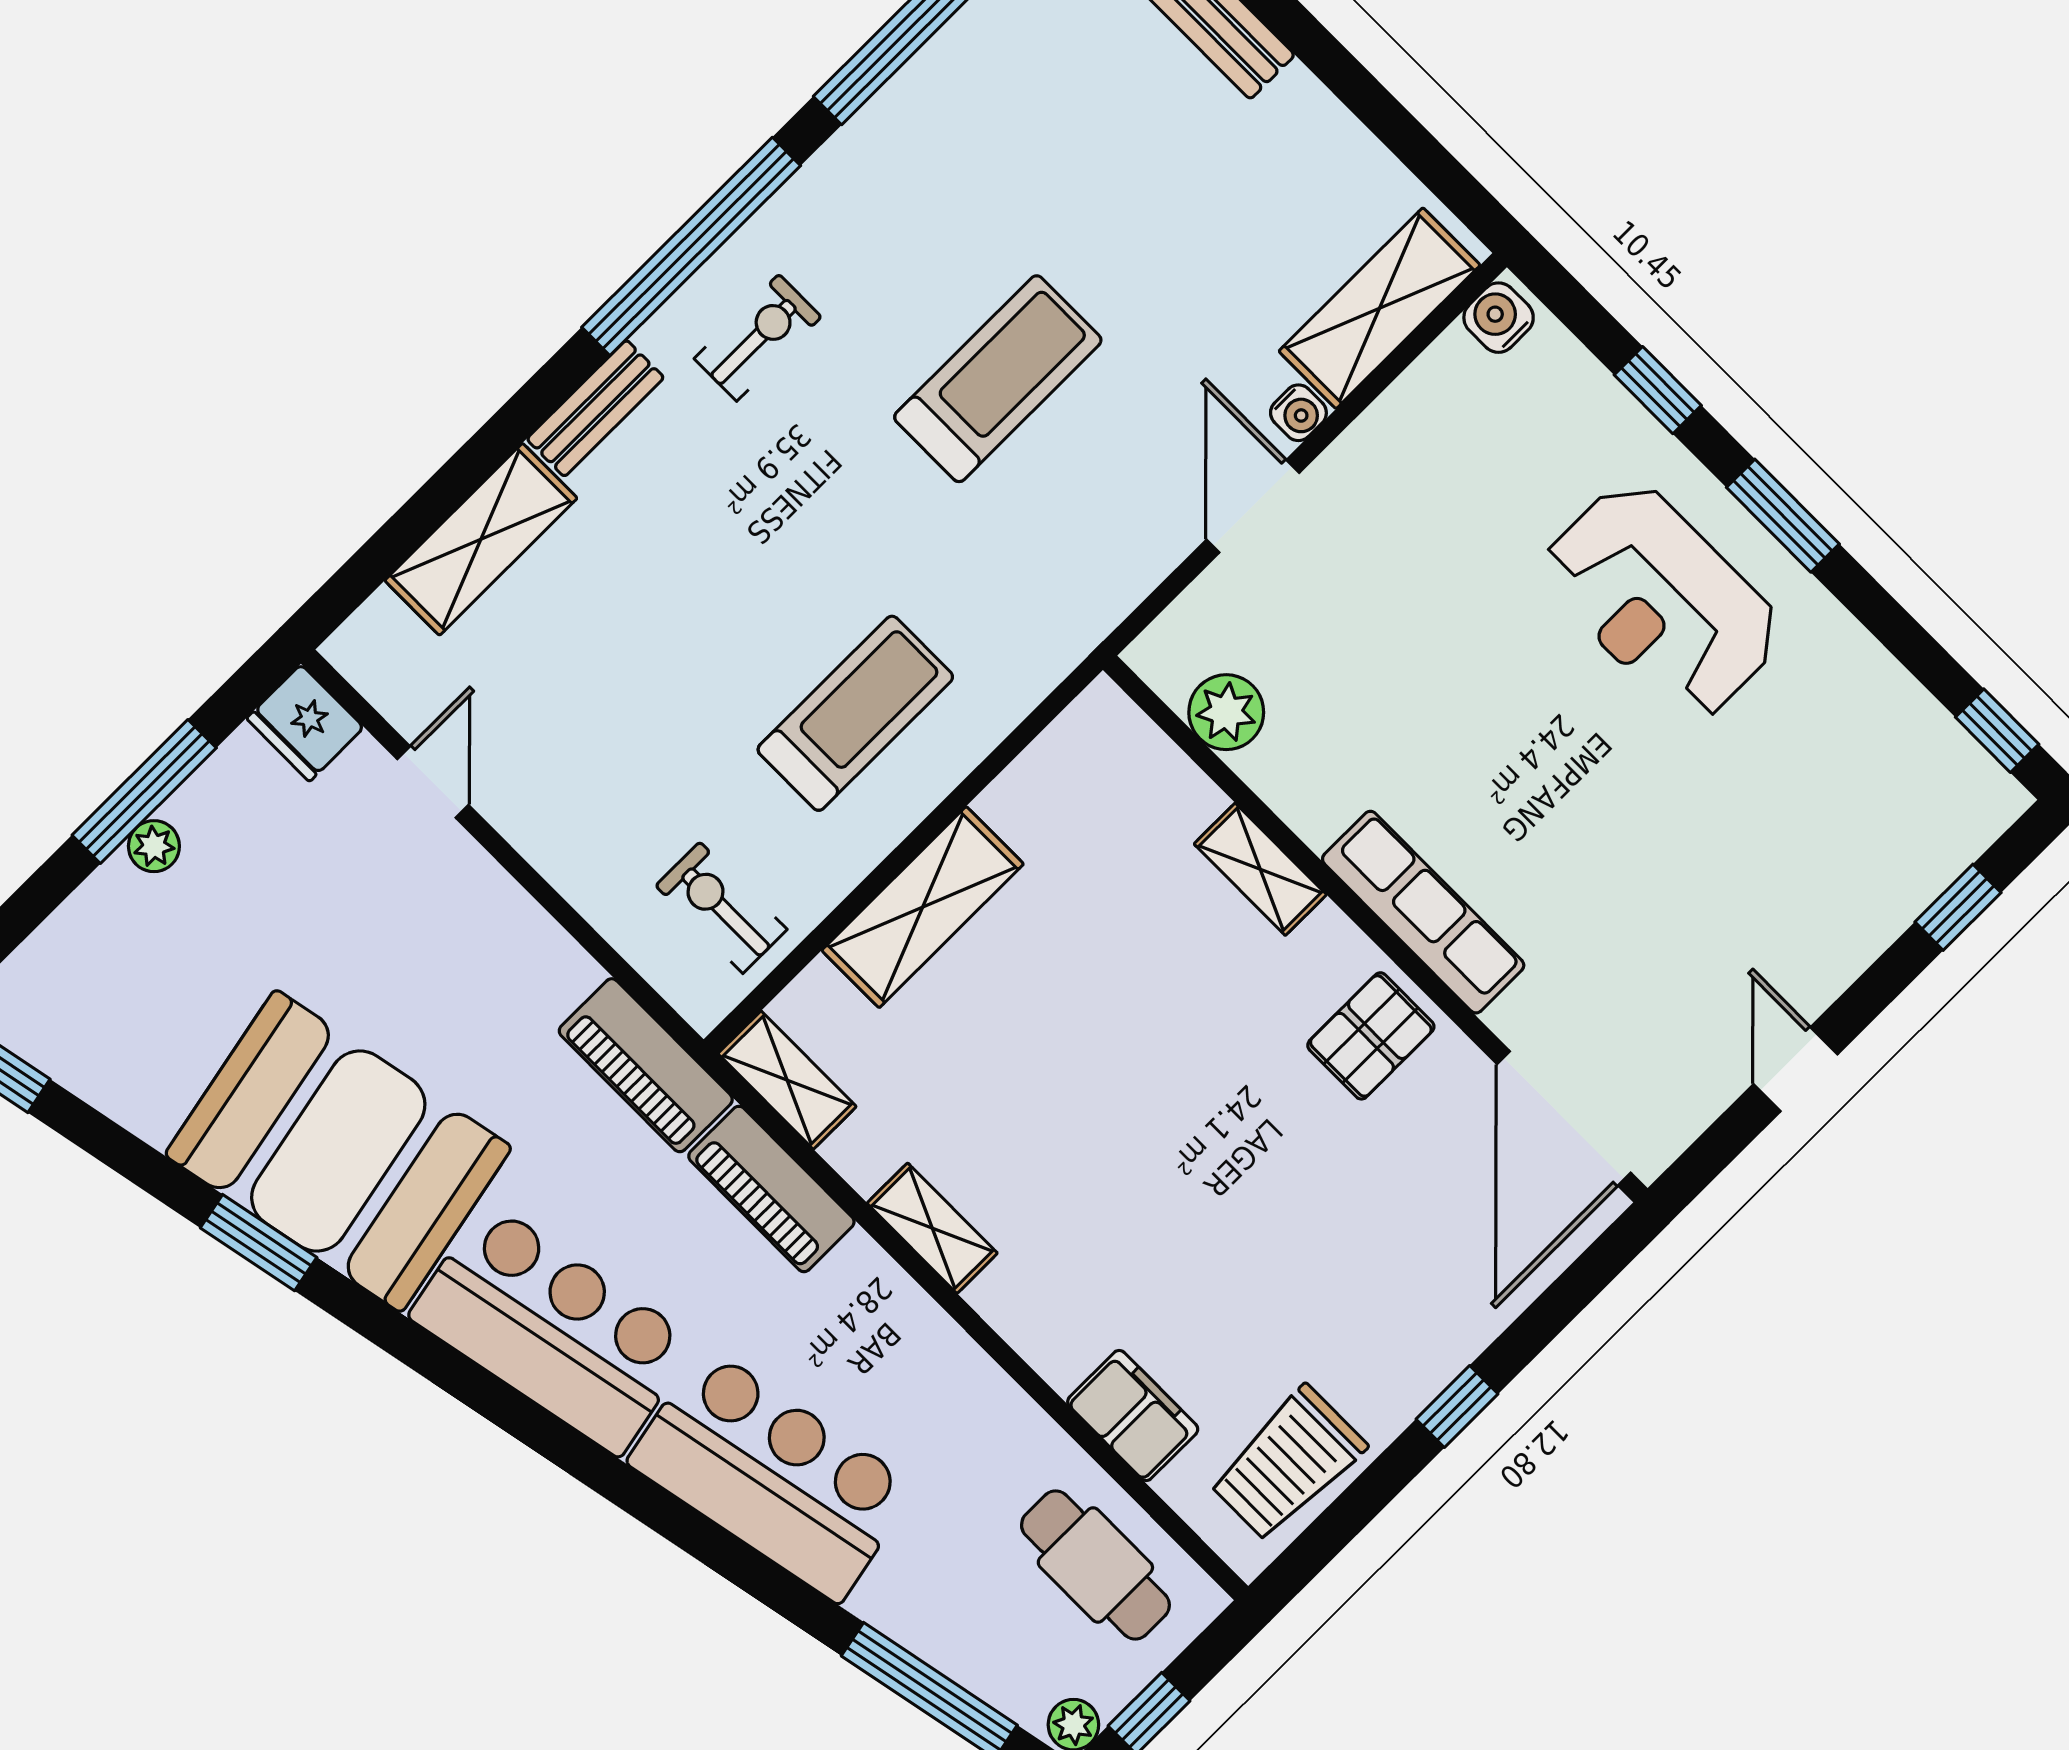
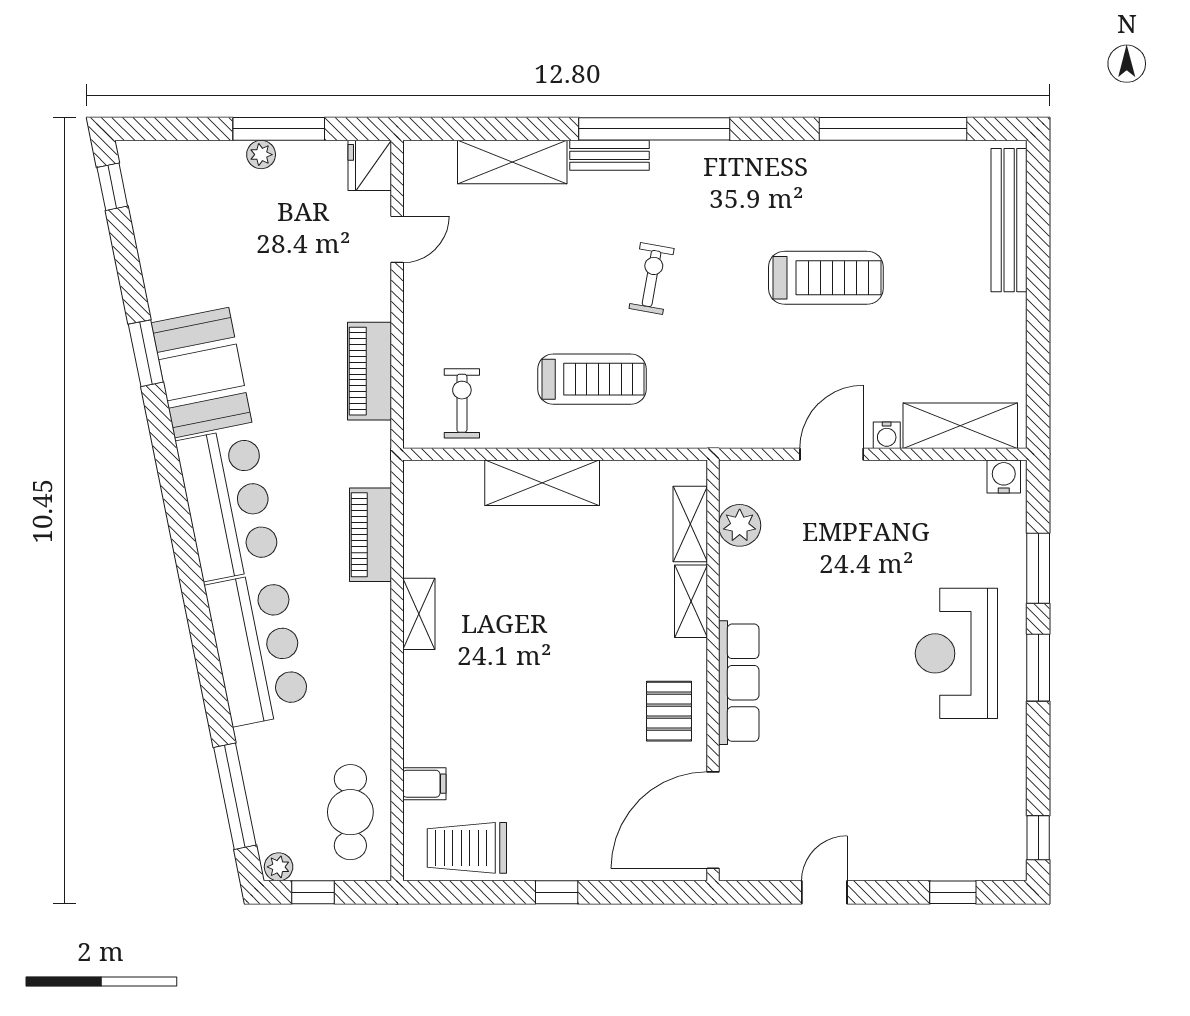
window: (691, 246) -> (654, 129), moved
exercise bike: (758, 338) -> (652, 279), moved, turned -80
treadmill: (998, 379) -> (826, 278), moved
window: (1658, 390) -> (1038, 568), width x1.50
pallet: (1371, 1036) -> (669, 711), turned 90
piano: (646, 1065) -> (370, 371), moved
shelving: (787, 1080) -> (690, 524), moved
booth: (338, 1151) -> (201, 373), width x0.73, depth x0.70
filing cabinet: (1133, 1416) -> (424, 784), width x0.50

